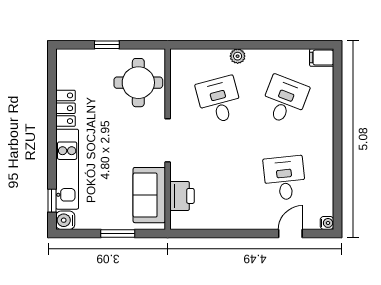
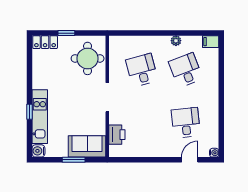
plant: (238, 56) -> (176, 41), moved
desk: (285, 100) -> (186, 70), turned -42
locker: (66, 108) -> (45, 42), moved, turned 90
sofa: (149, 195) -> (87, 146), moved, turned 90
window: (52, 201) -> (30, 112), moved

